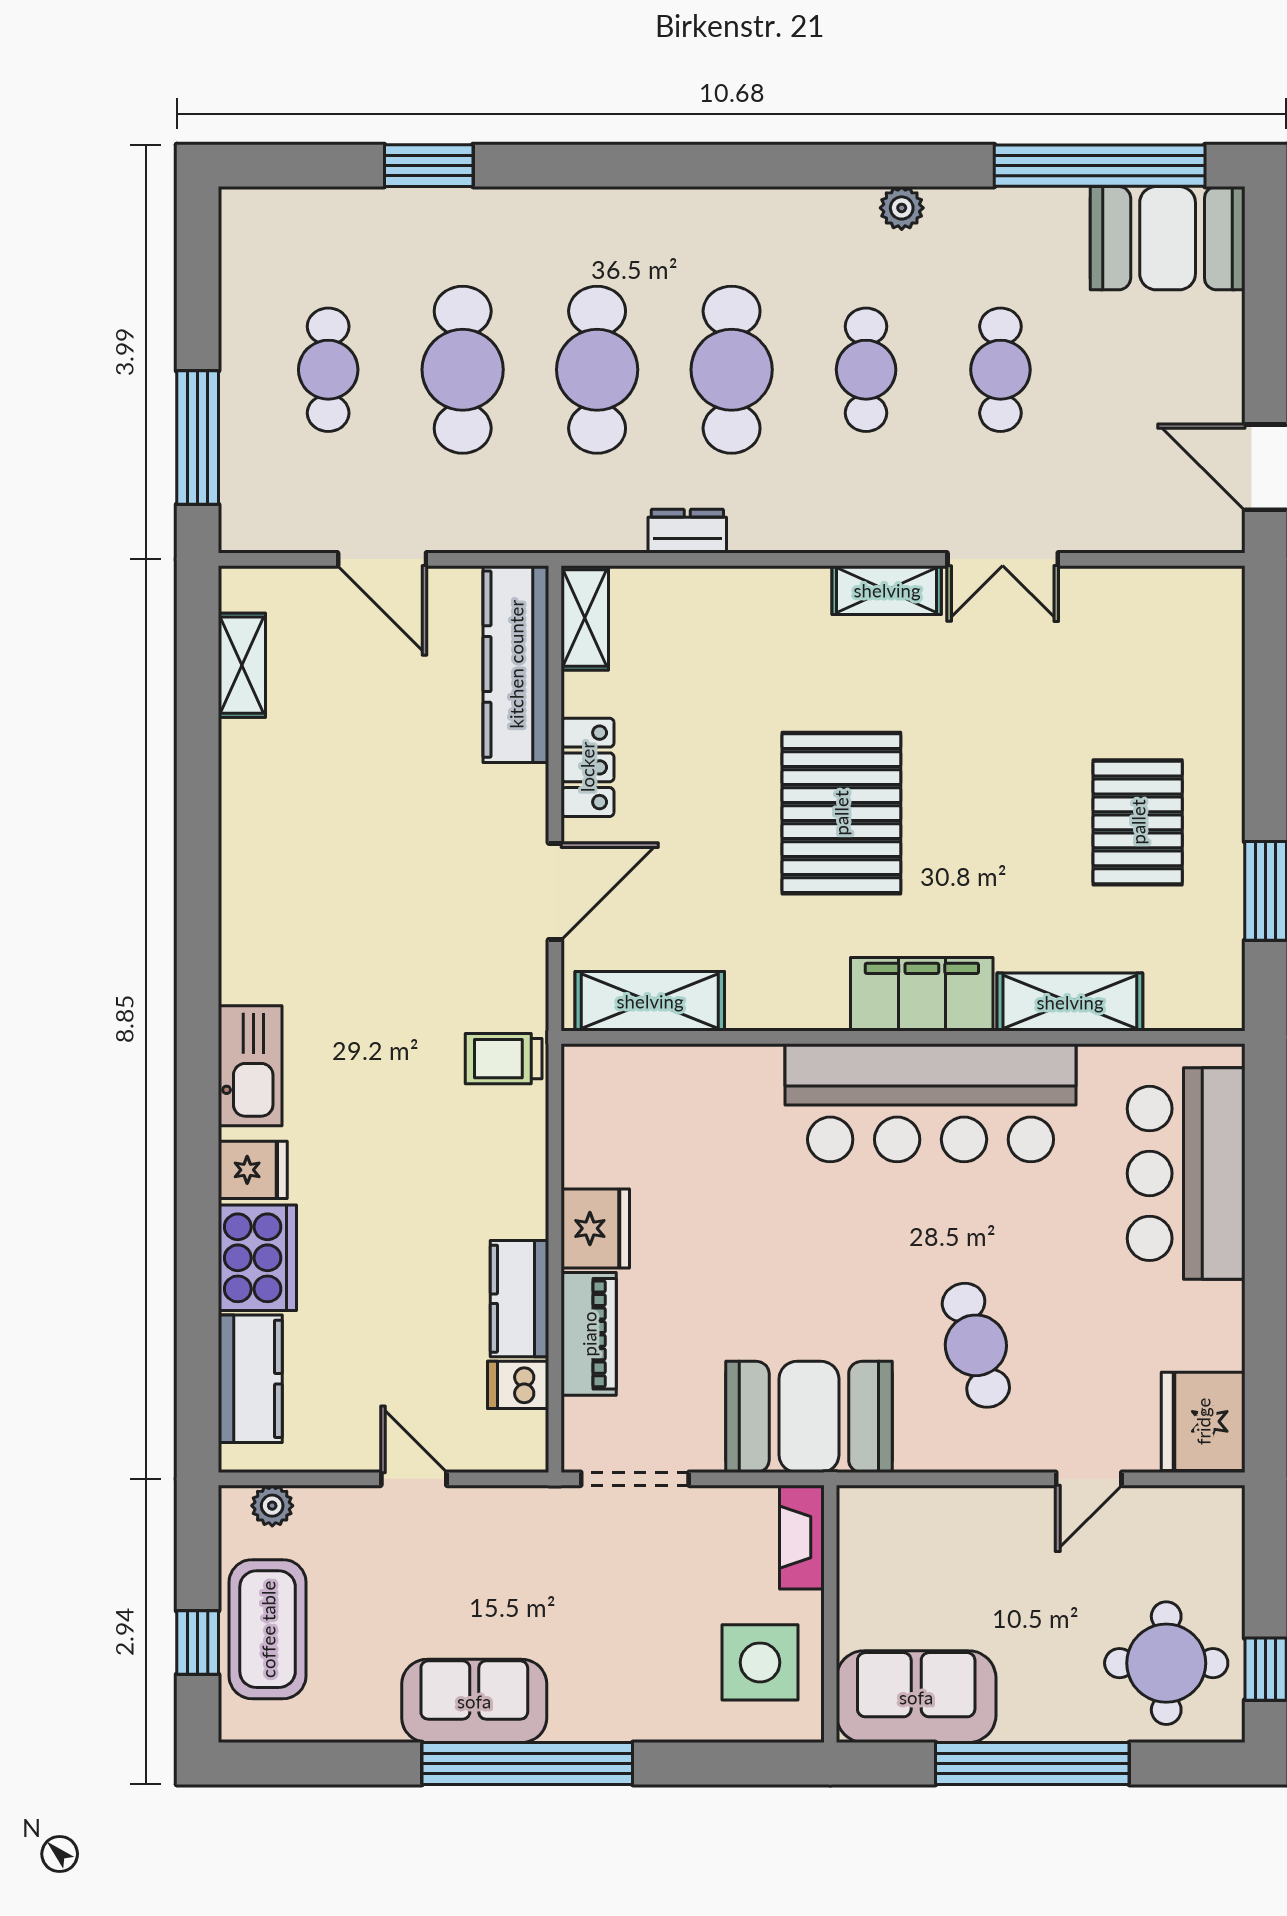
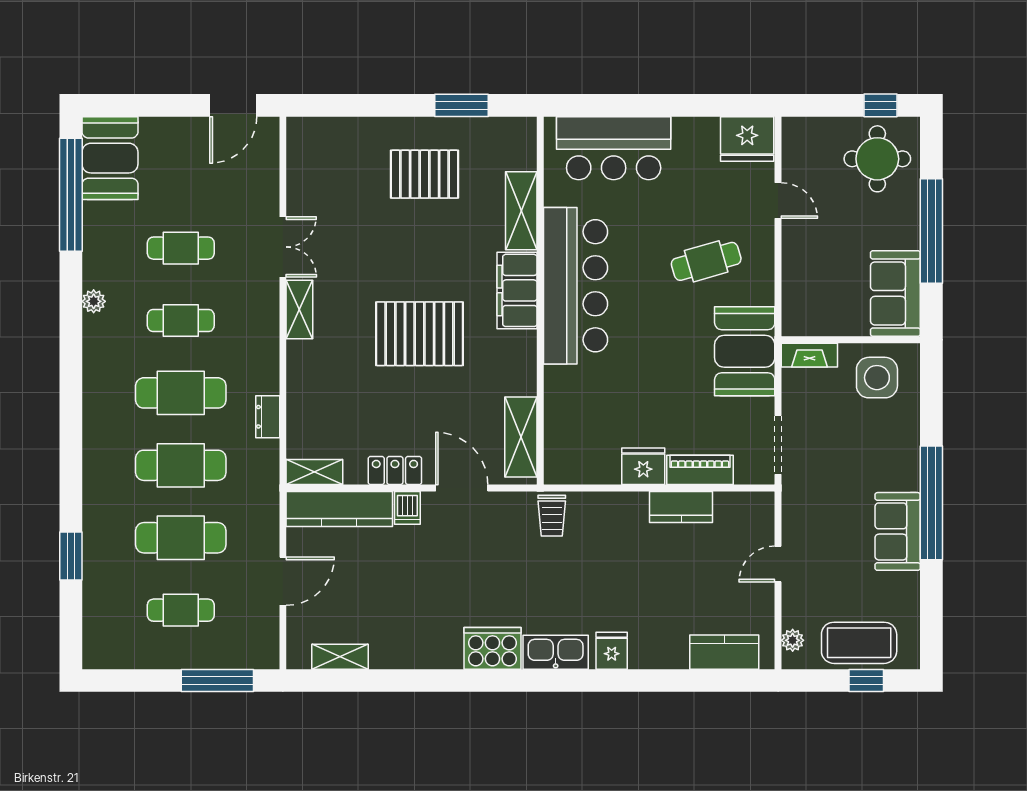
cooker: (257, 1258) -> (492, 648), moved
dishwasher: (518, 1385) -> (407, 508), moved

